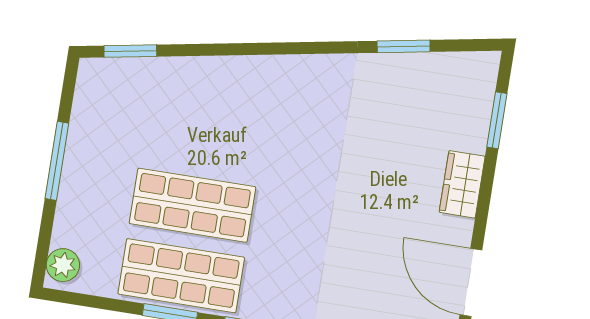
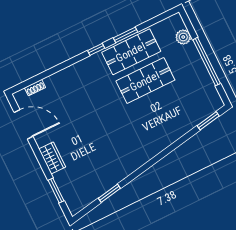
window: (57, 161) -> (207, 62), width x1.46
plant: (63, 265) -> (183, 37), moved

